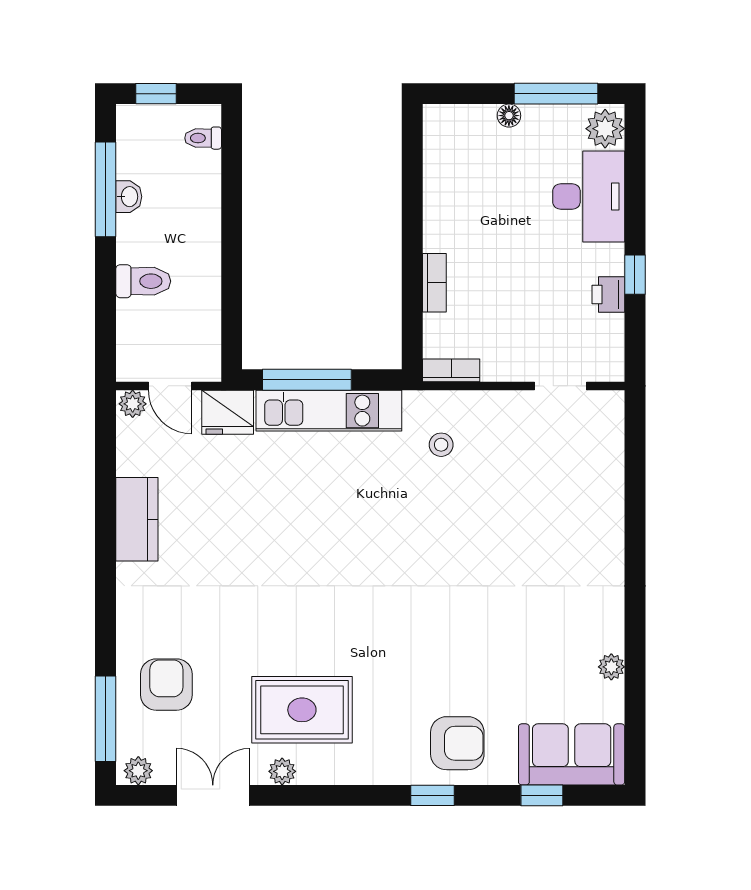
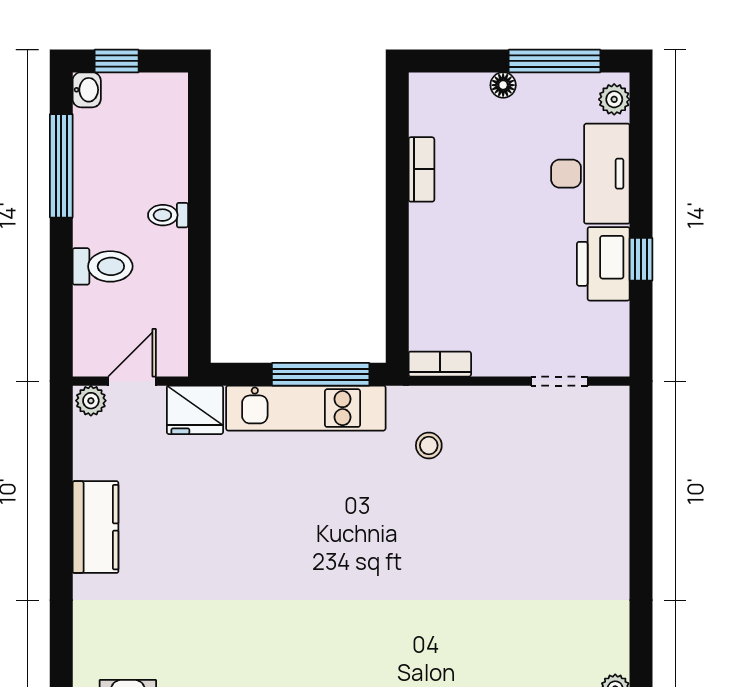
plant: (605, 129) -> (614, 99), width x0.73, depth x0.73
toilet: (203, 138) -> (168, 215), moved
washbasin: (129, 197) -> (87, 90), moved
bookcase: (434, 283) -> (421, 169), moved
printer: (608, 294) -> (603, 264), width x1.87, depth x1.48
window: (307, 380) -> (321, 374), moved
door: (170, 386) -> (132, 381), swing flipped

